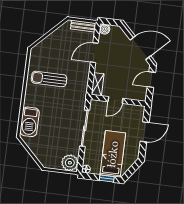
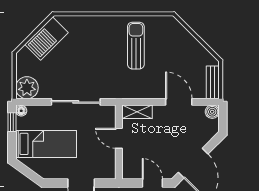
barbecue: (30, 122) -> (47, 39), moved, turned -45
window: (107, 179) -> (12, 122), moved

